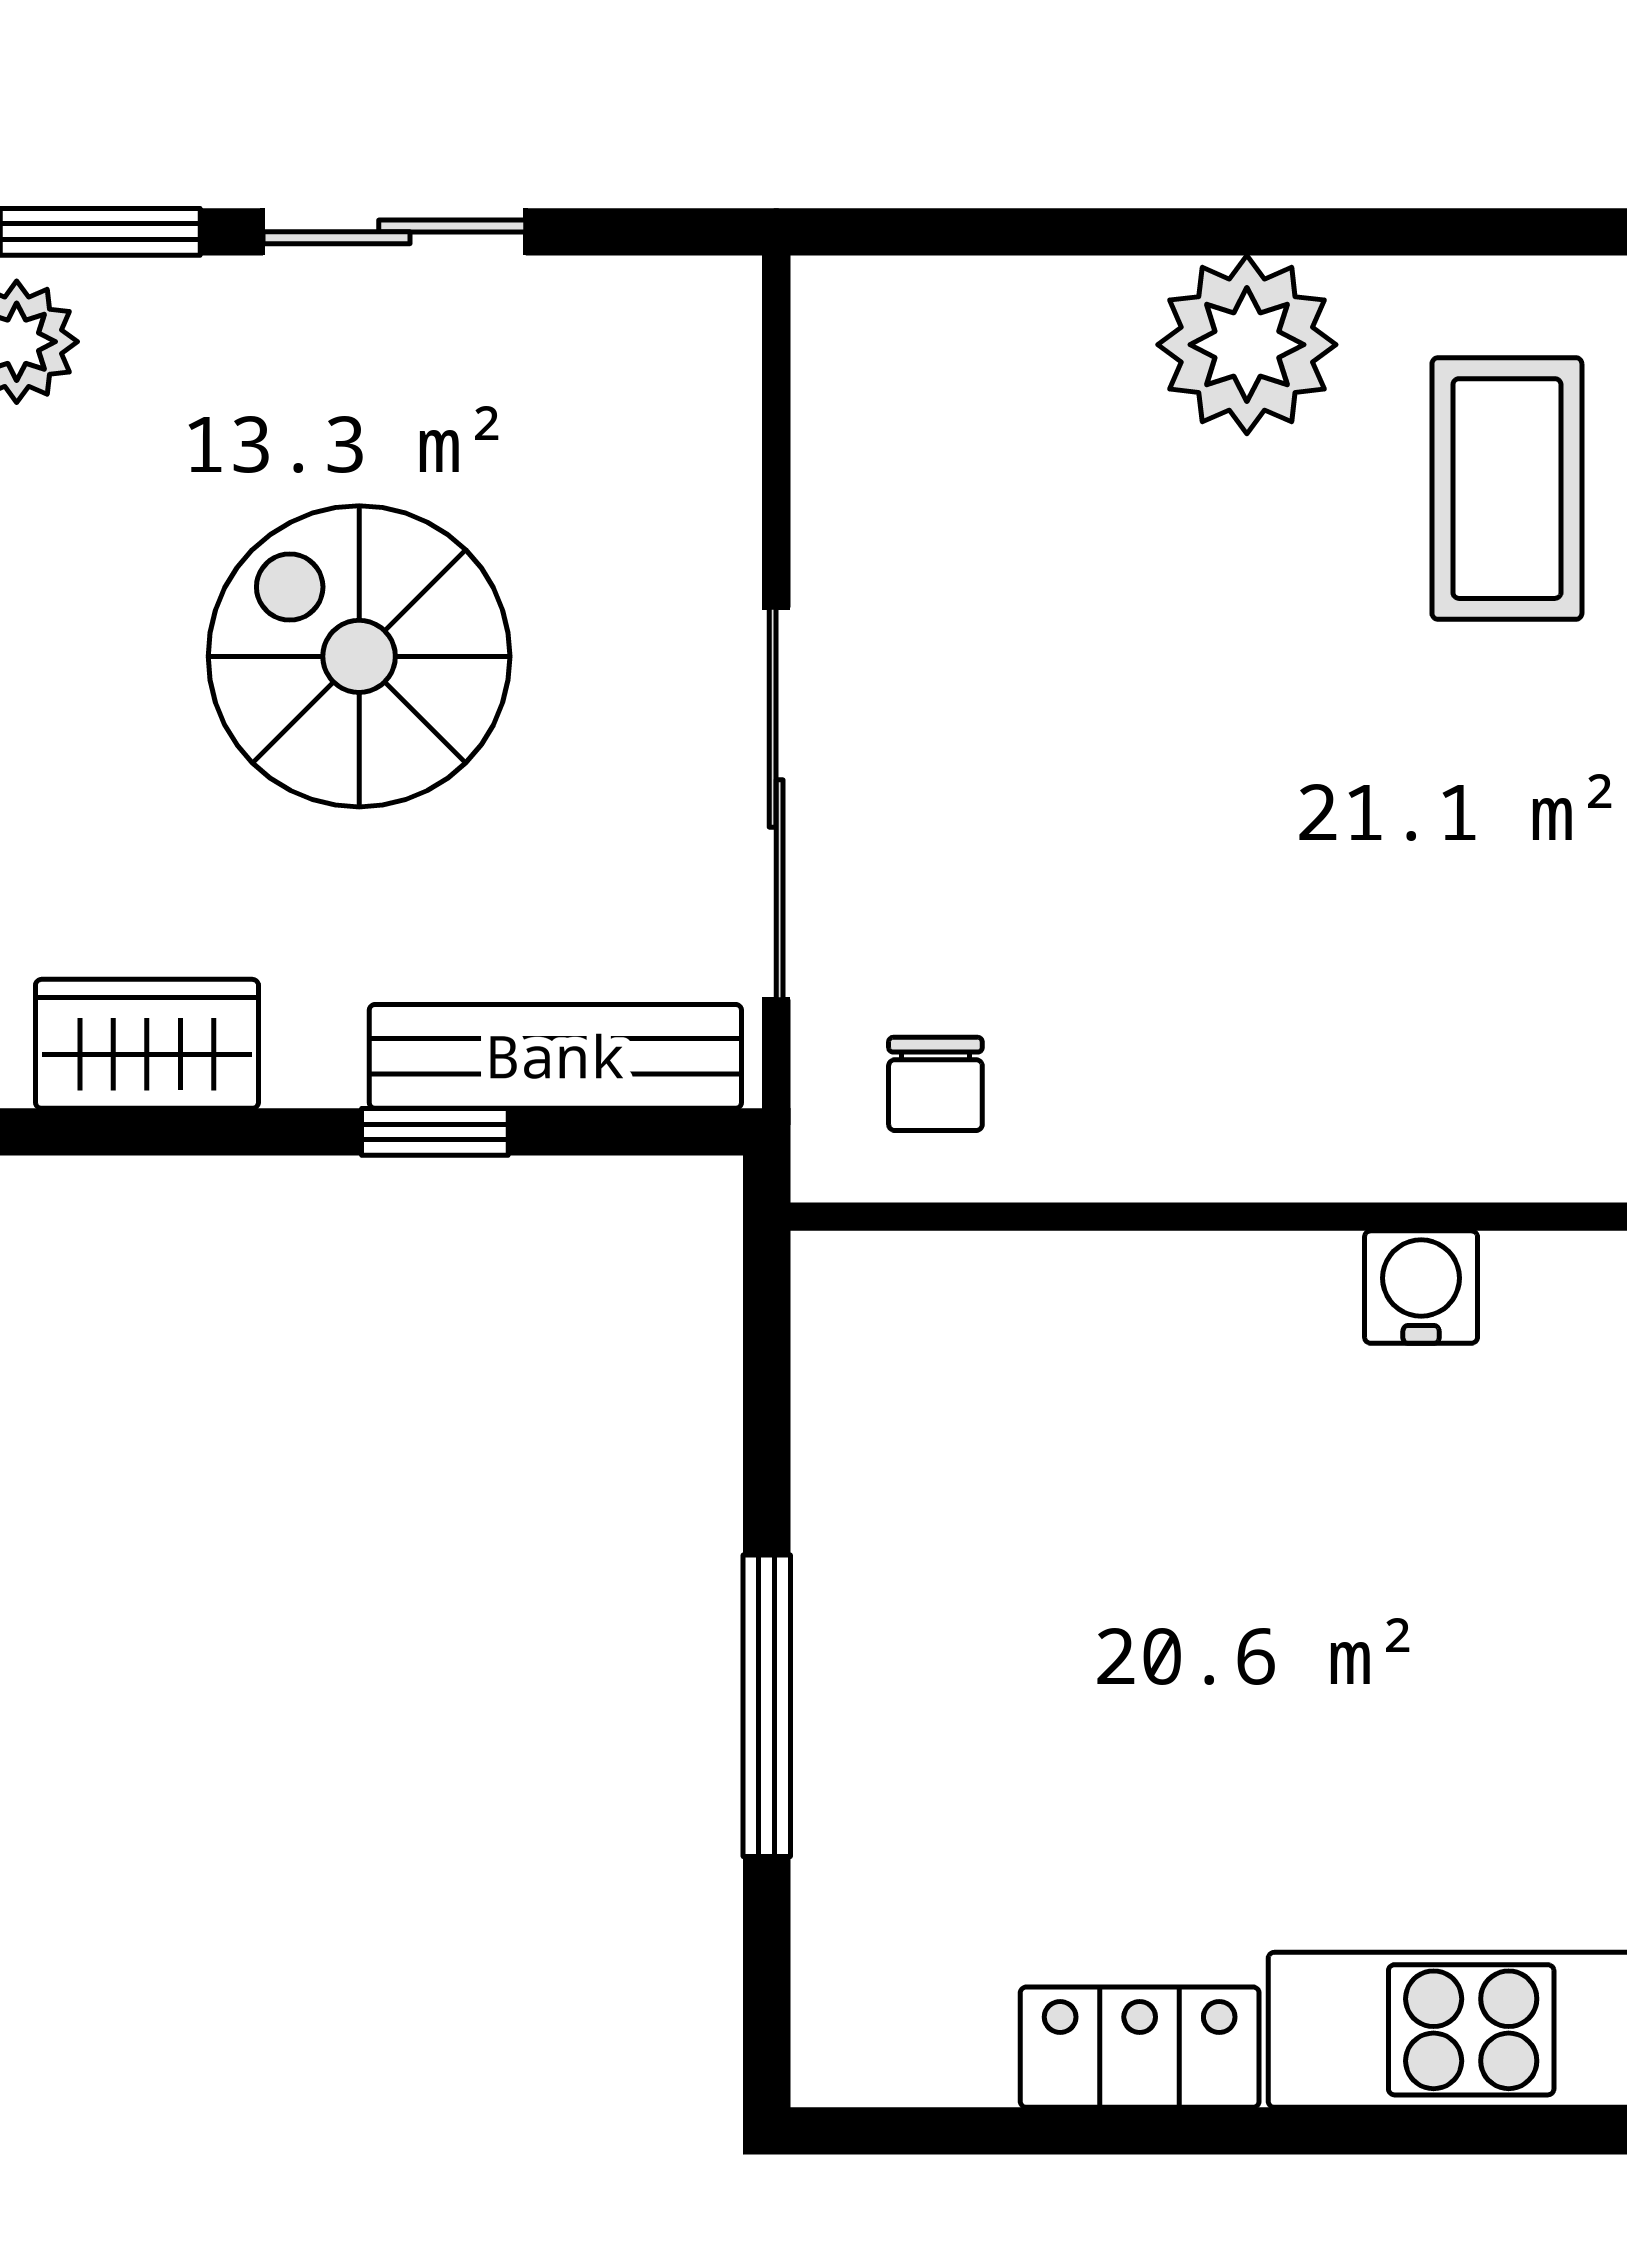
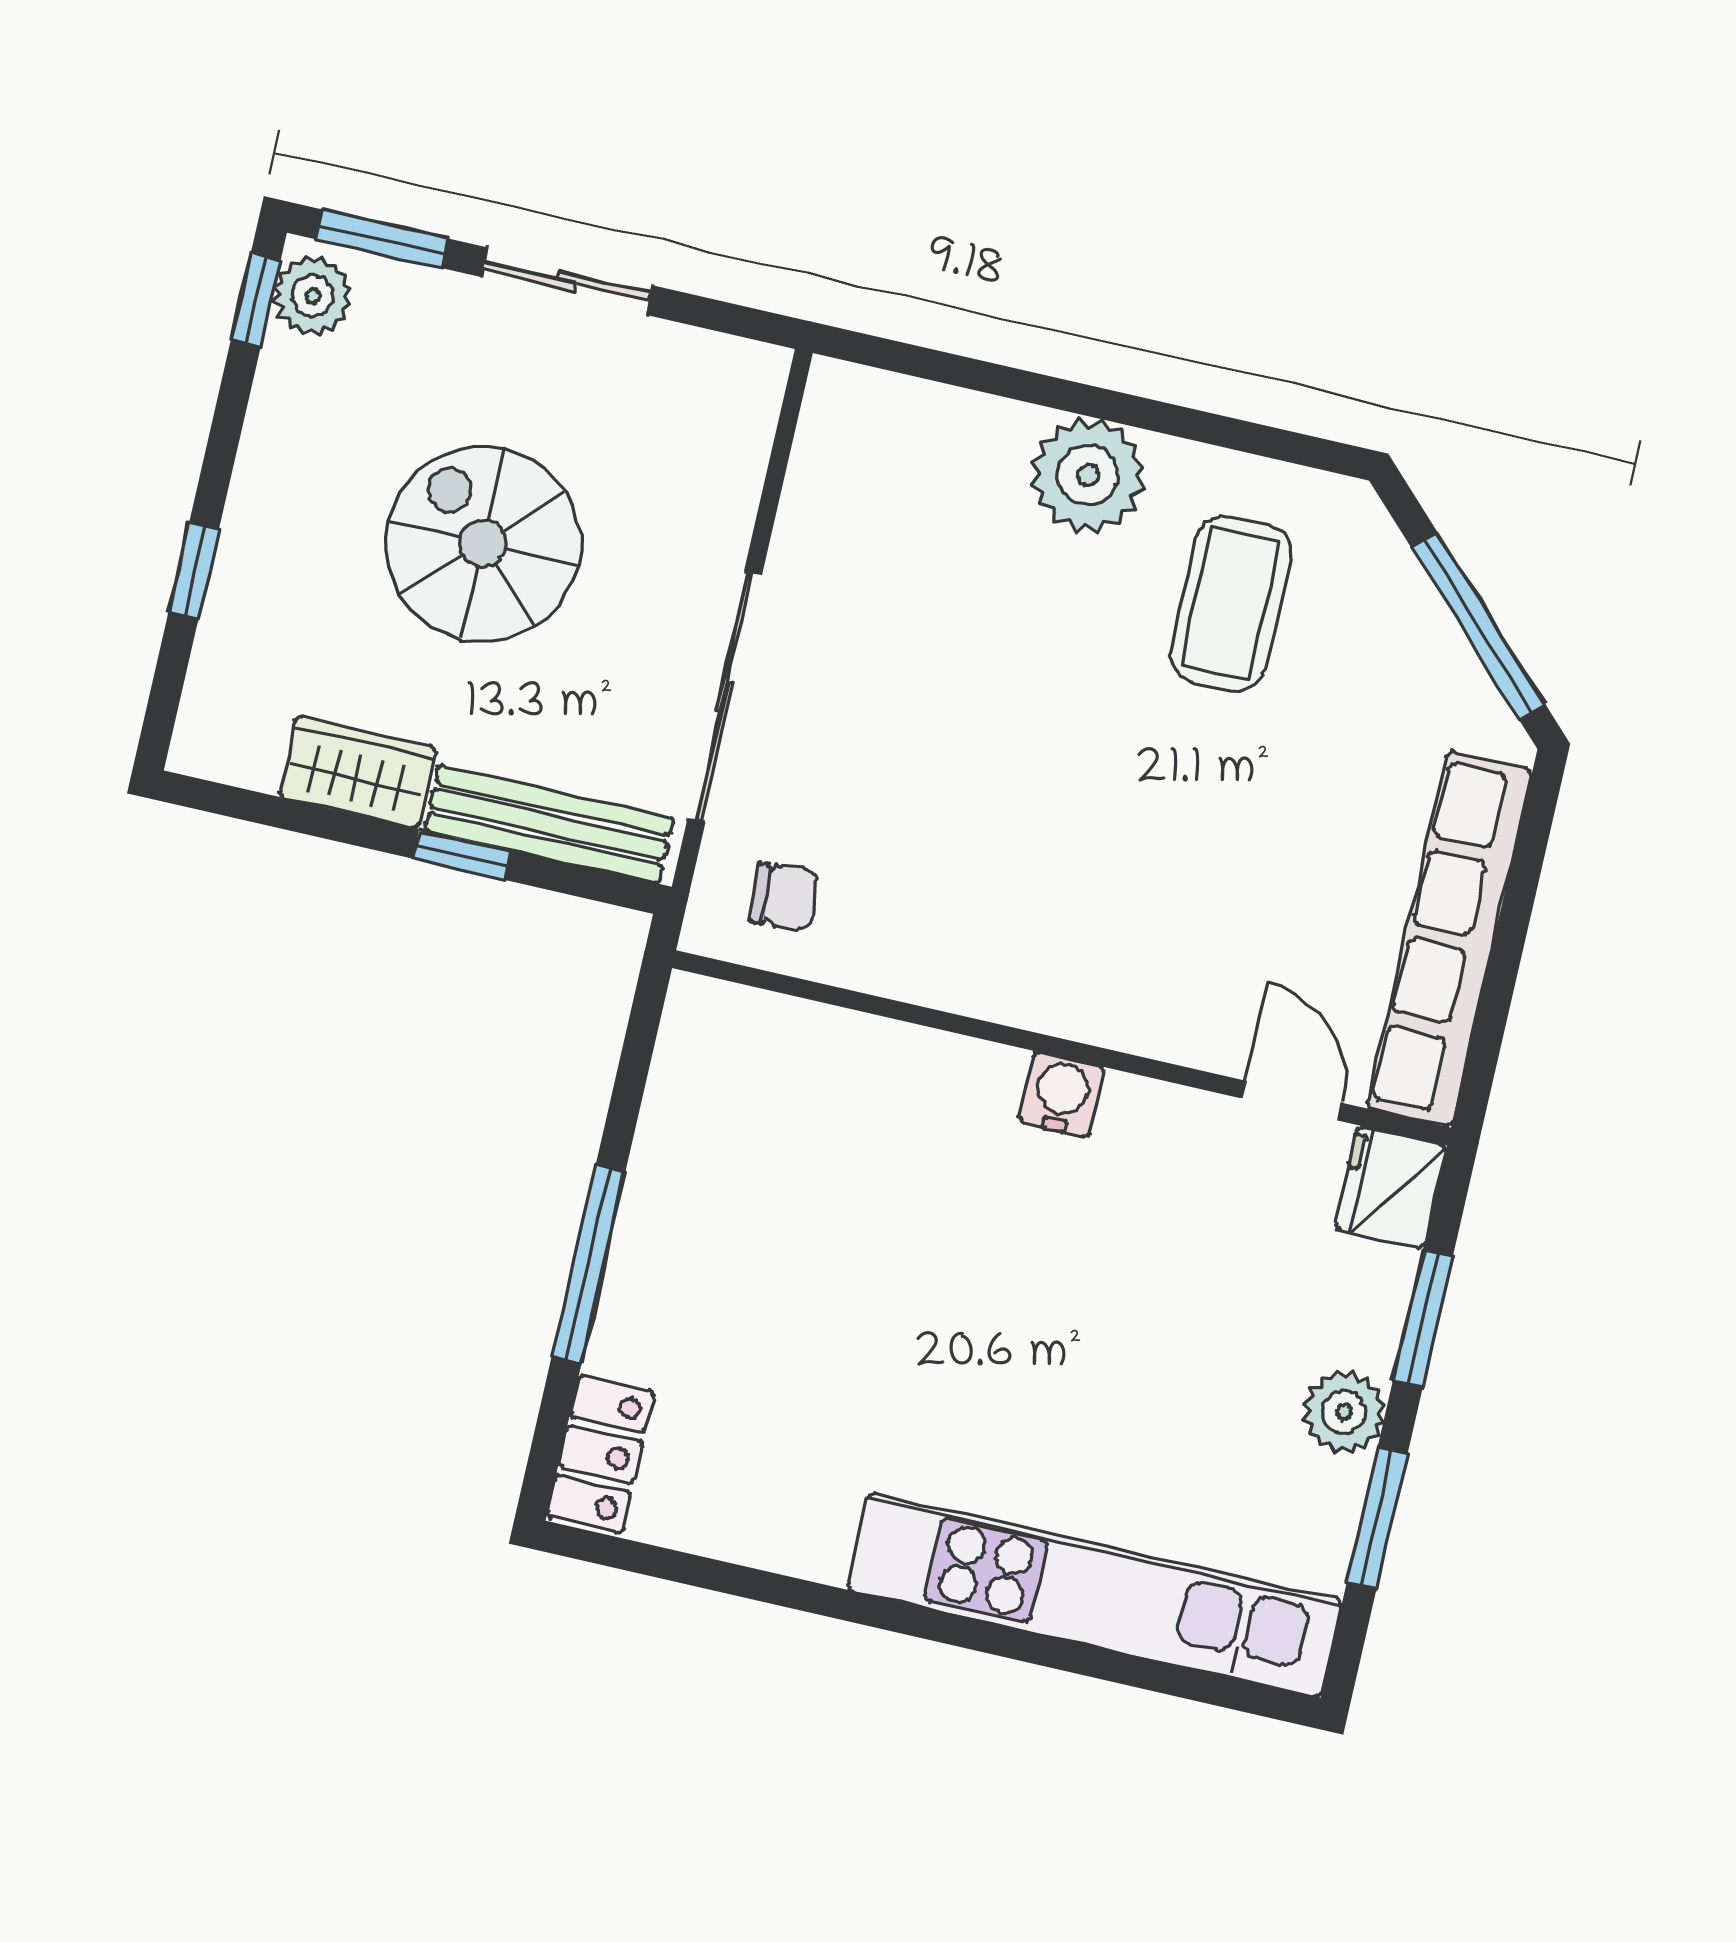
wardrobe: (147, 1044) -> (357, 772), moved
chair: (935, 1084) -> (785, 896), turned -96
locker: (1140, 2047) -> (601, 1454), moved, turned 90

